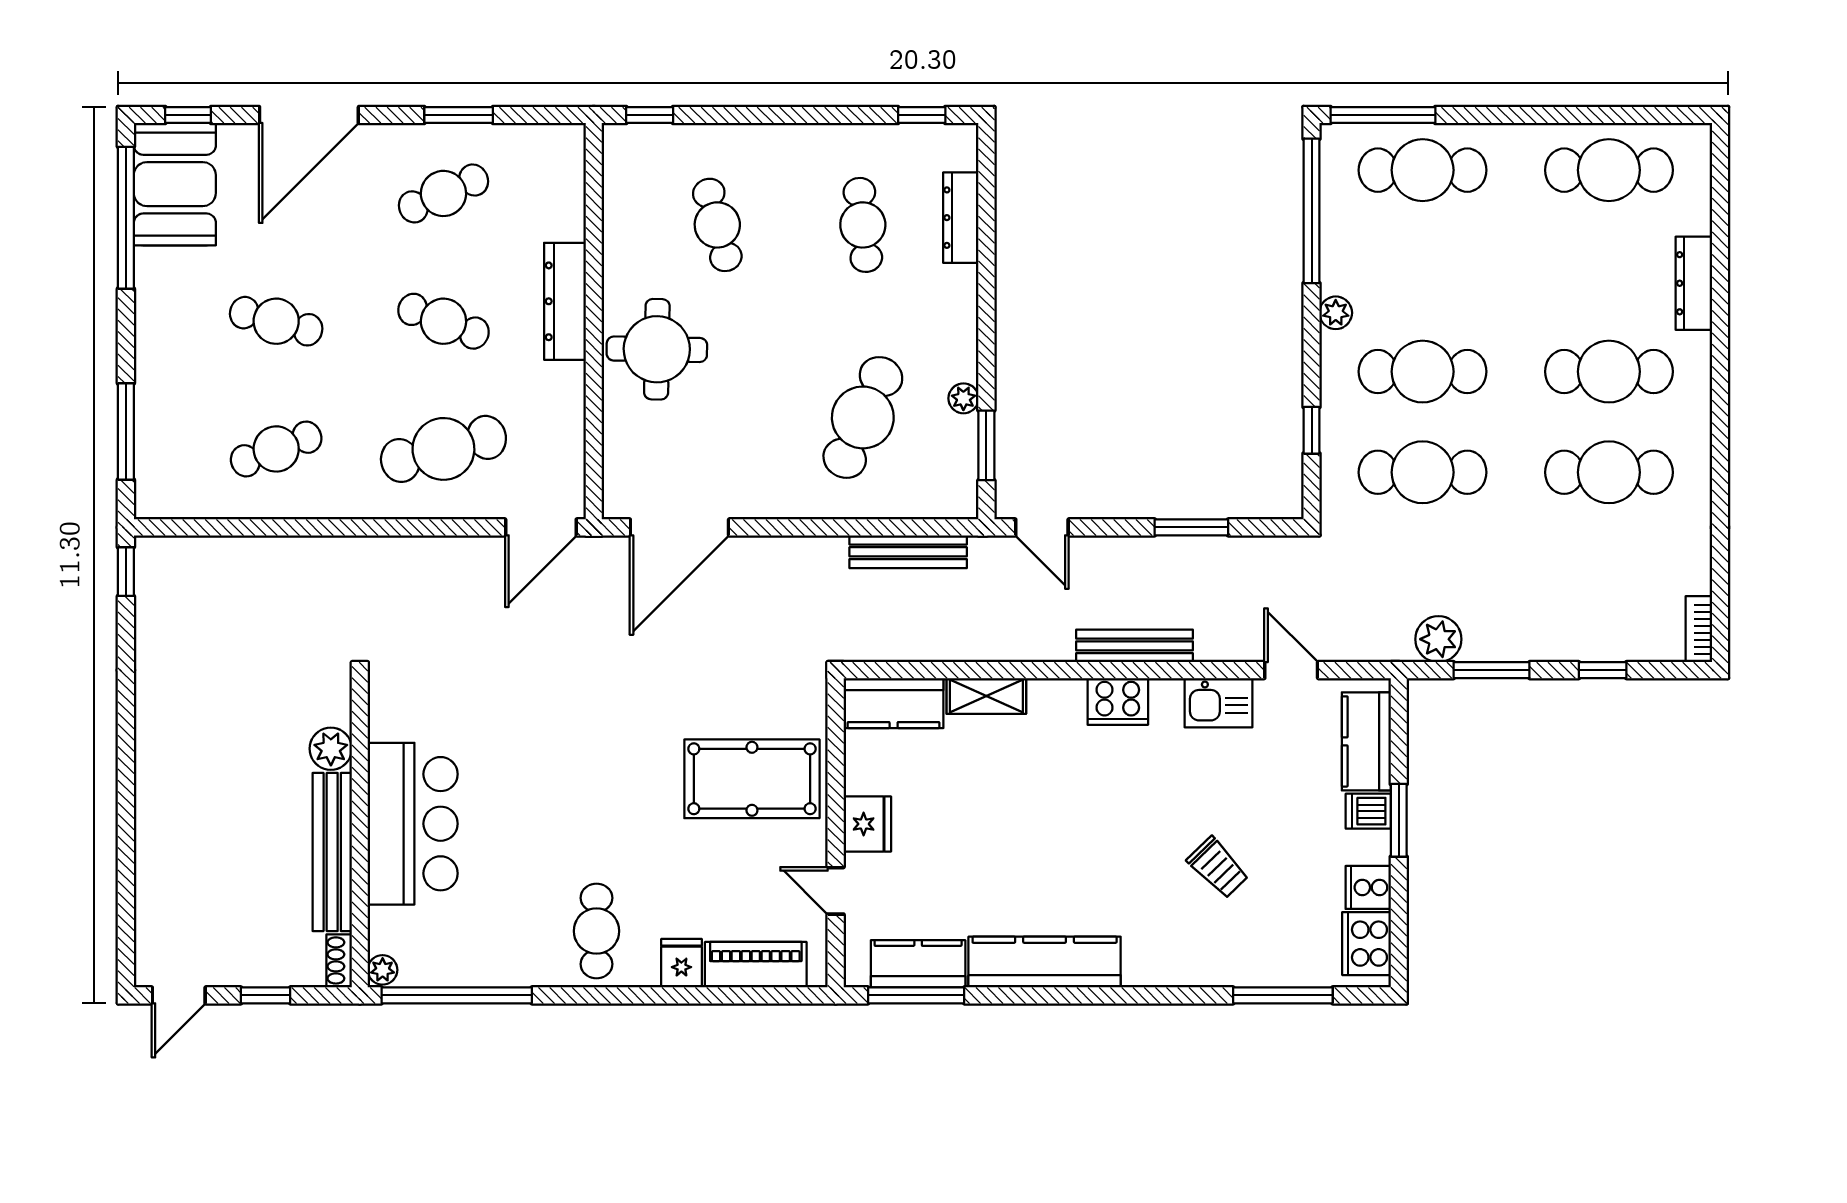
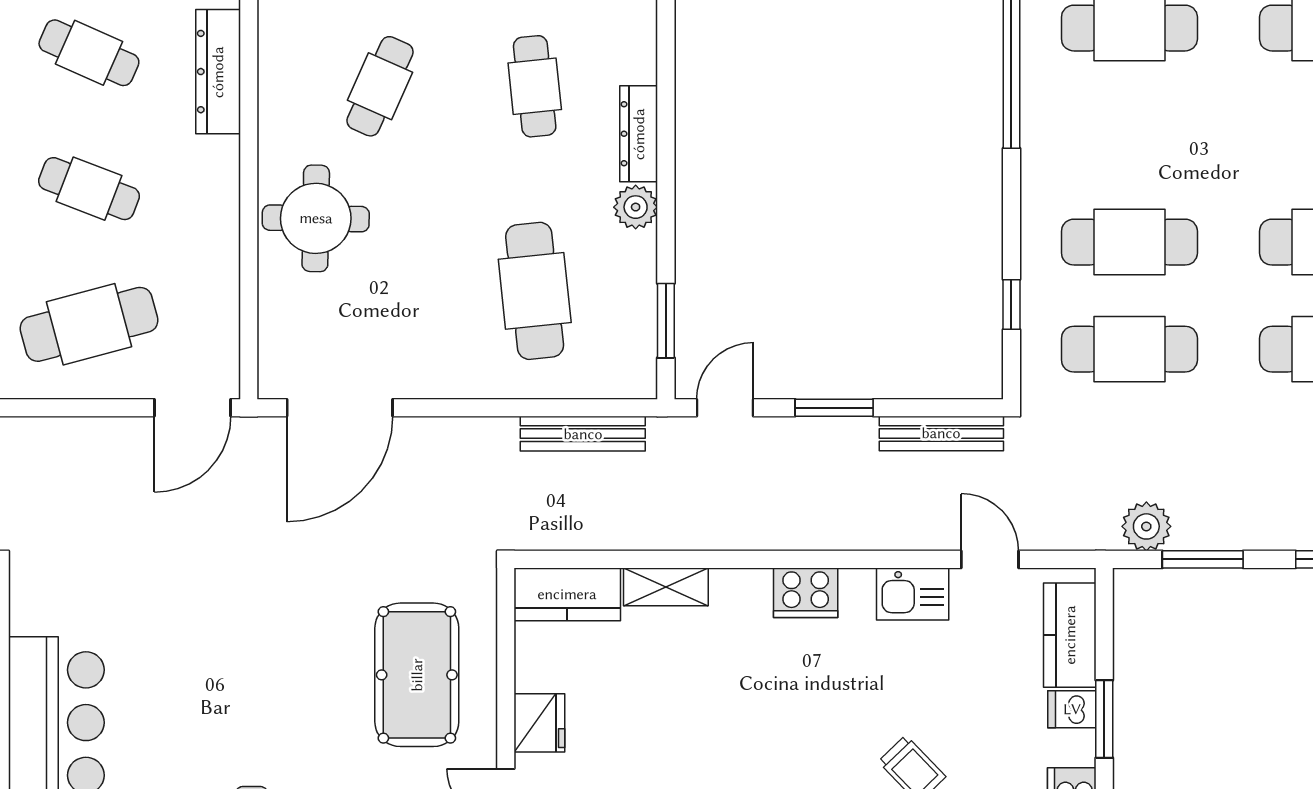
cafe table: (443, 193) -> (89, 53), turned 48
dresser: (961, 218) -> (639, 134), moved
cafe table: (717, 225) -> (380, 86), turned 39
dresser: (565, 301) -> (218, 72), moved
plant: (1336, 313) -> (1037, 180), removed
plant: (963, 398) -> (636, 207), moved, width x1.38, depth x1.38
cafe table: (863, 417) -> (535, 291), turned -30
door: (1042, 527) -> (725, 408), swing flipped
window: (1191, 527) -> (834, 408), moved
bench: (1135, 646) -> (941, 433), moved
pool table: (752, 779) -> (417, 675), turned 90

